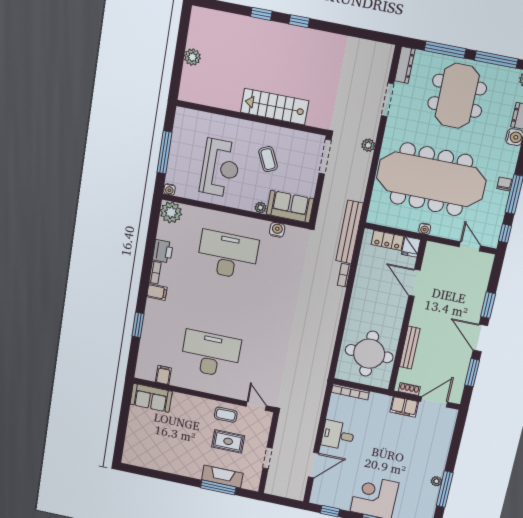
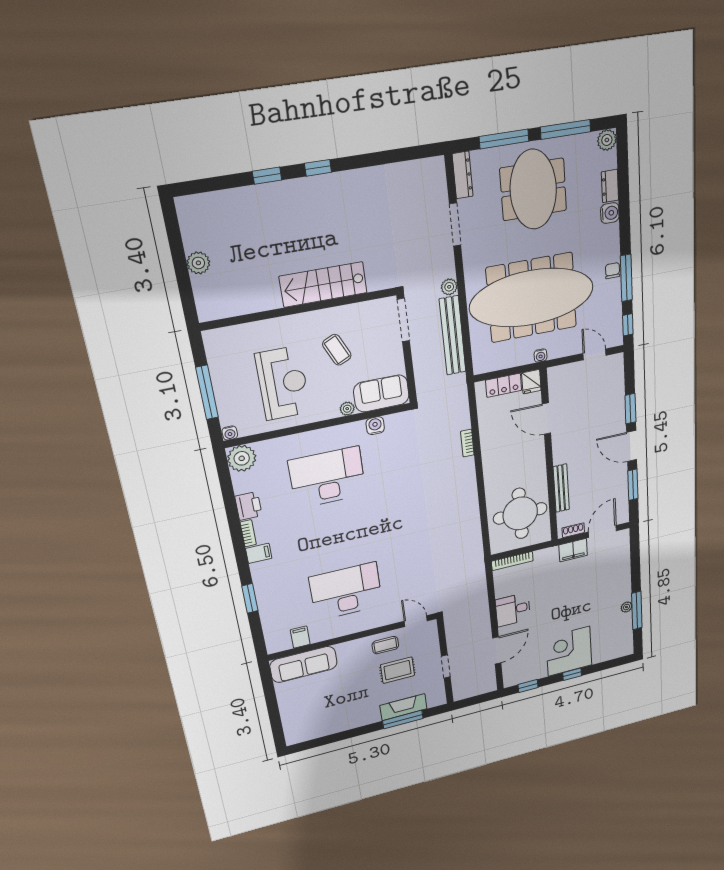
bench: (350, 232) -> (453, 336), moved
sofa: (151, 398) -> (304, 664), width x1.36

